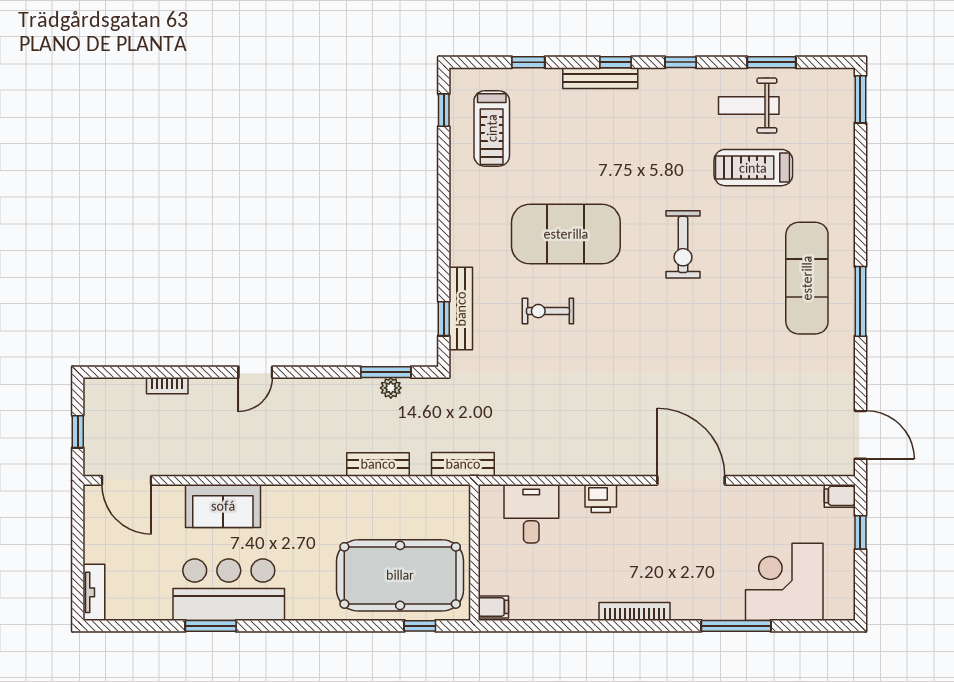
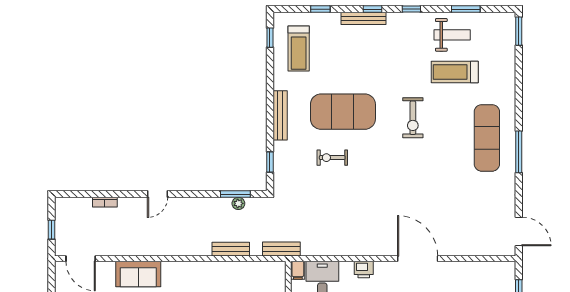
weight bench: (749, 106) -> (452, 35), turned 180
bench: (461, 309) -> (280, 115), moved
filing cabinet: (840, 496) -> (298, 270), moved, turned -90

